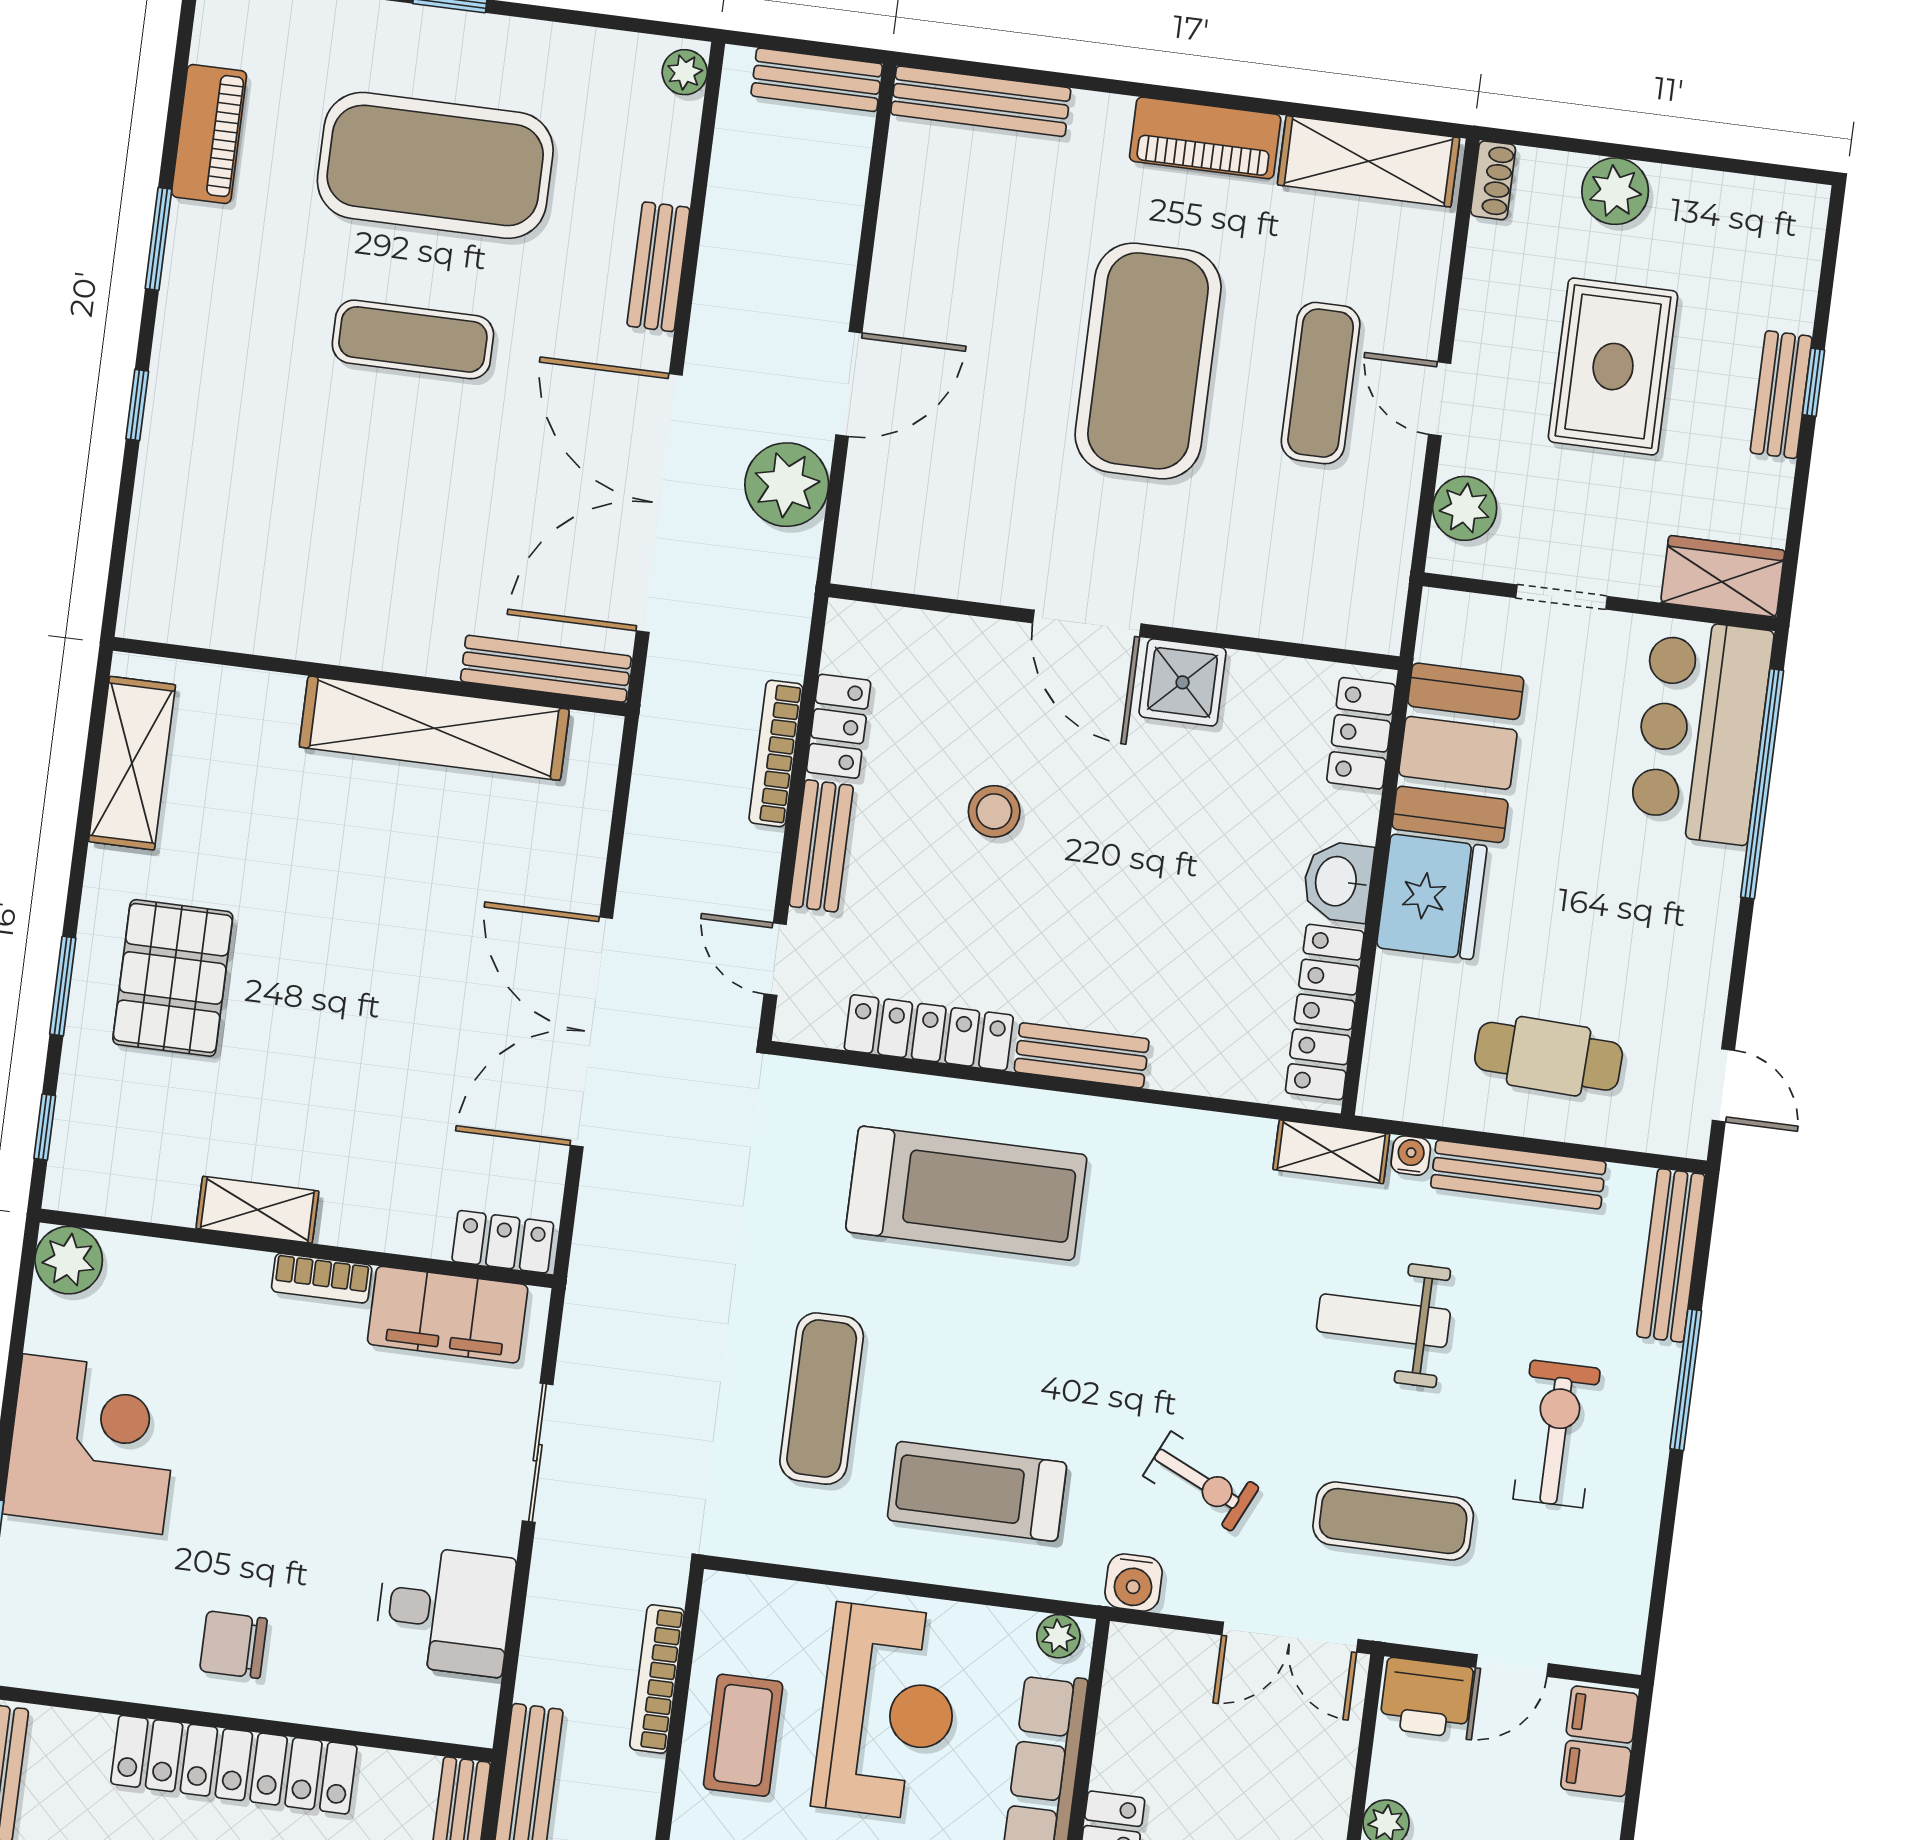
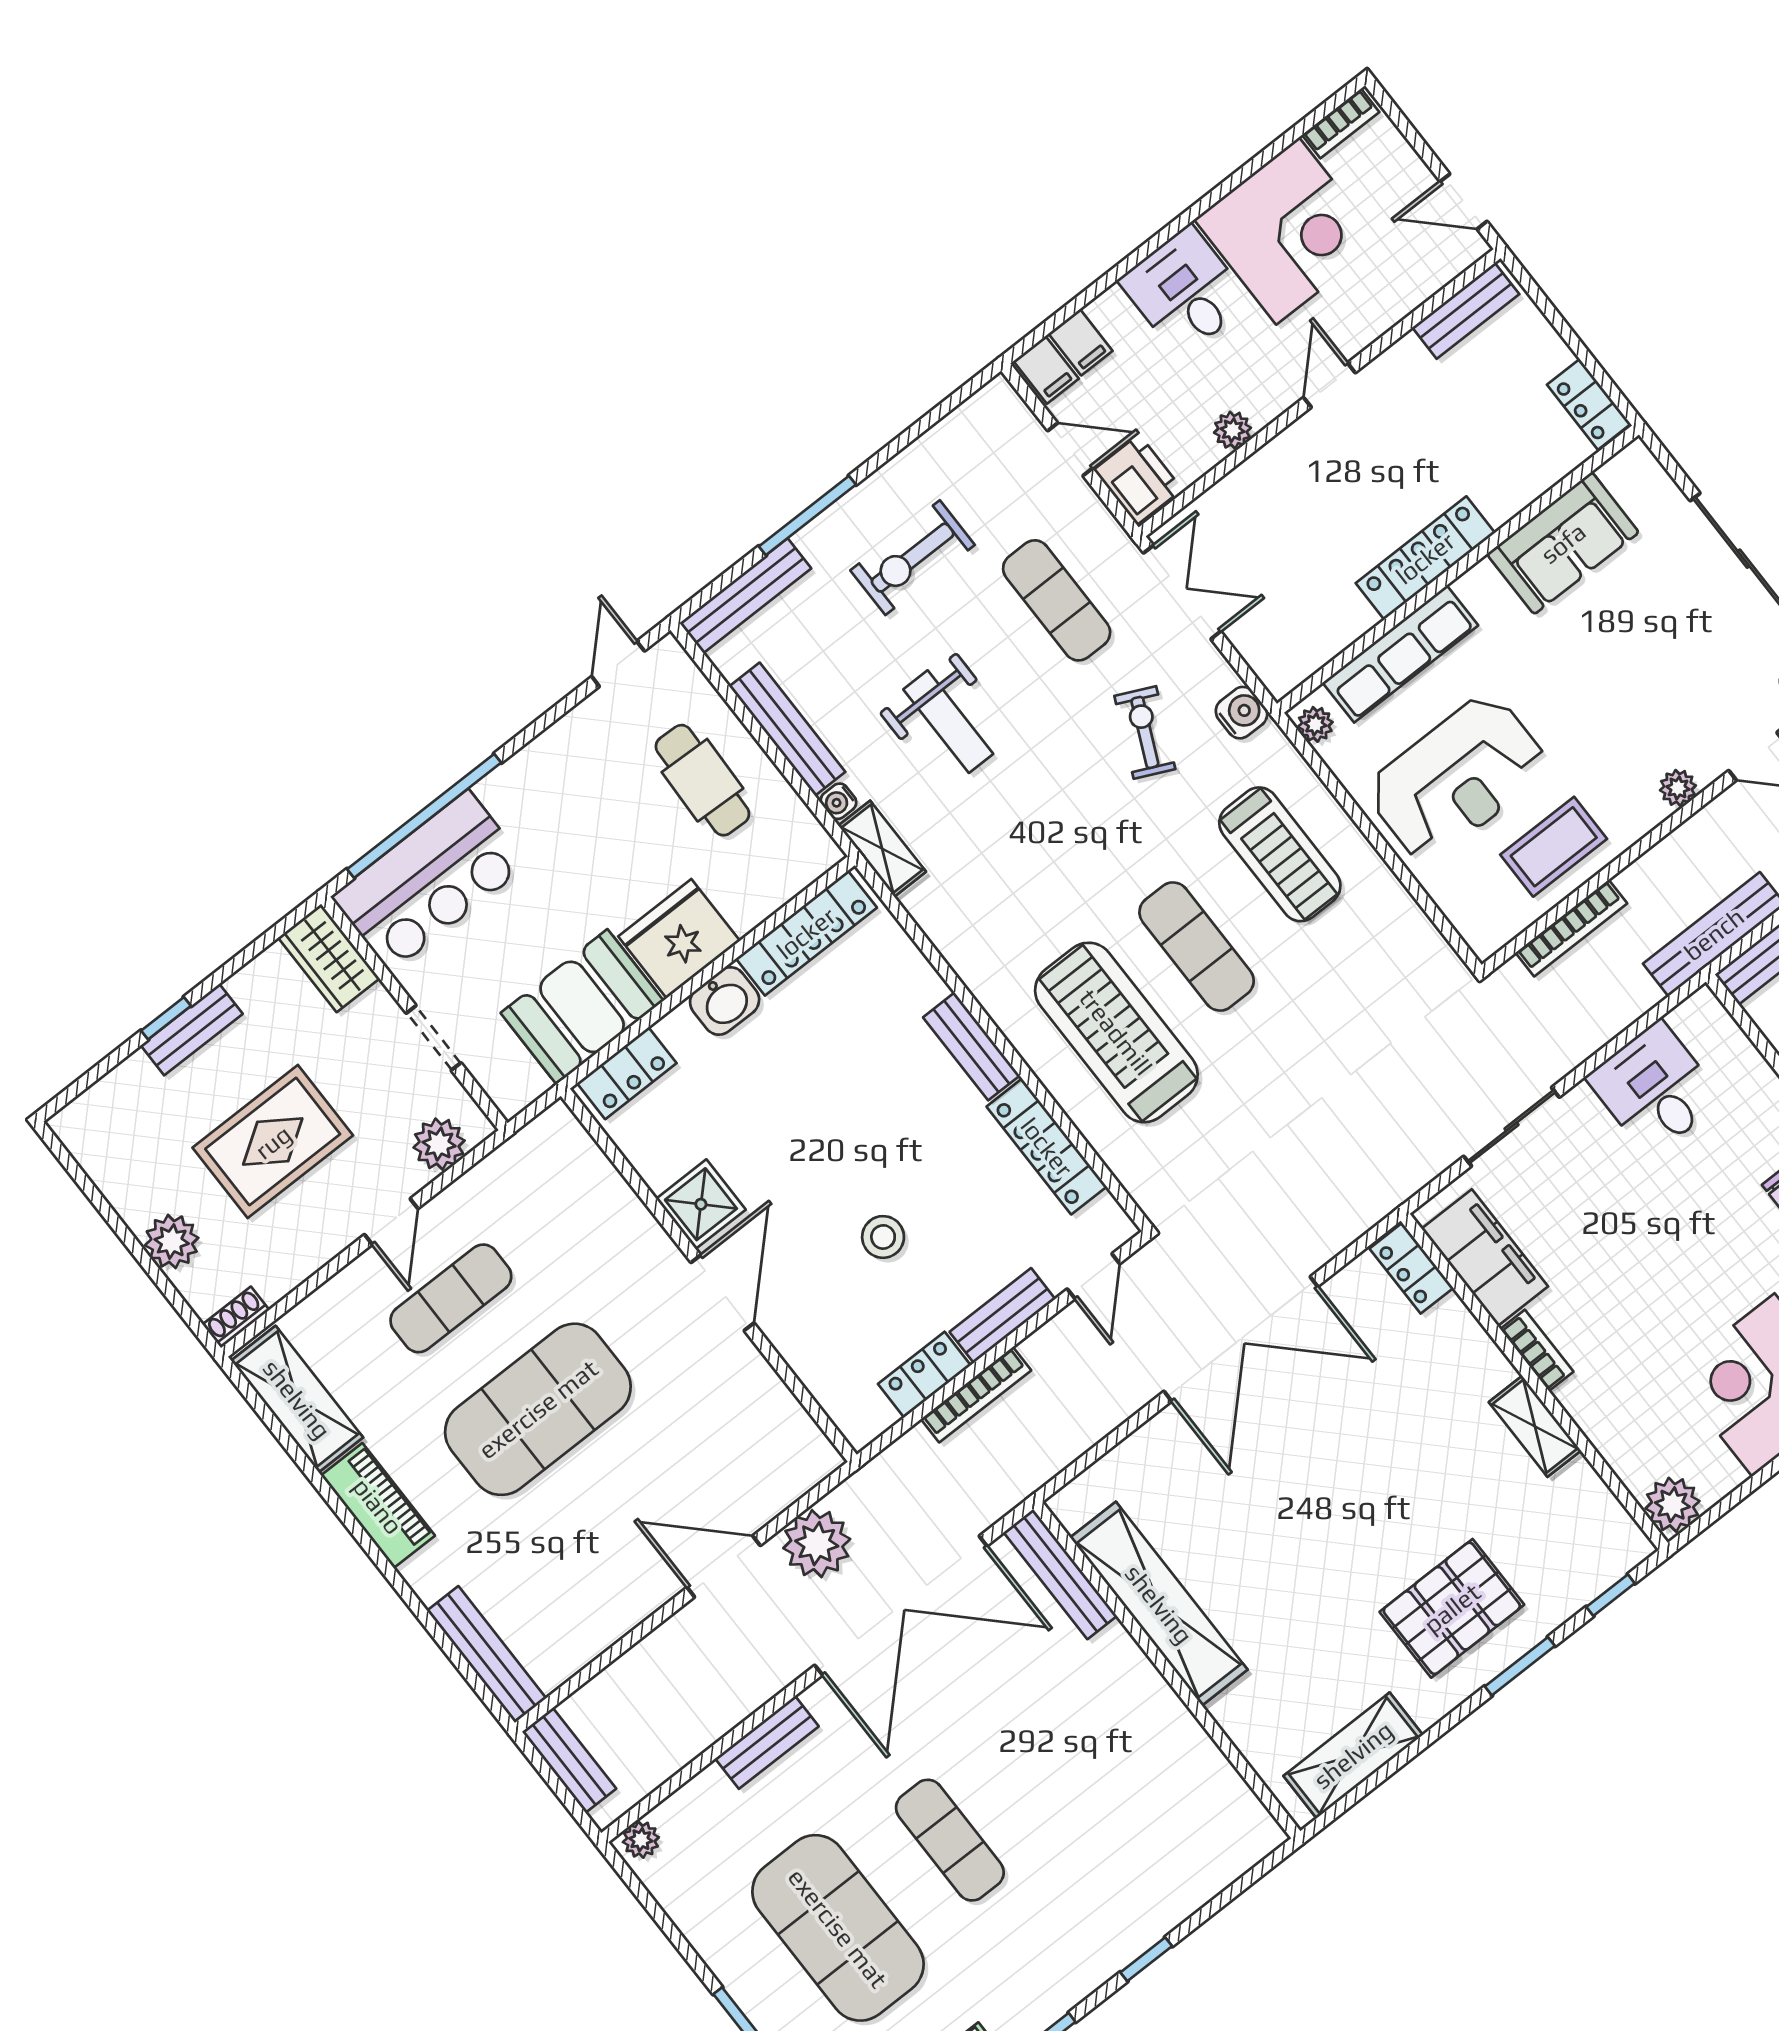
exercise mat: (822, 1399) -> (1197, 946), moved, turned 90
reception desk: (888, 1712) -> (1457, 778), turned 180

